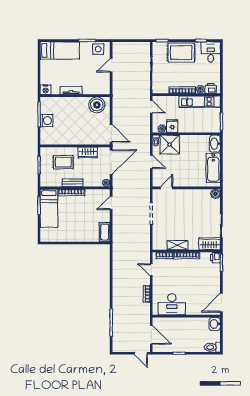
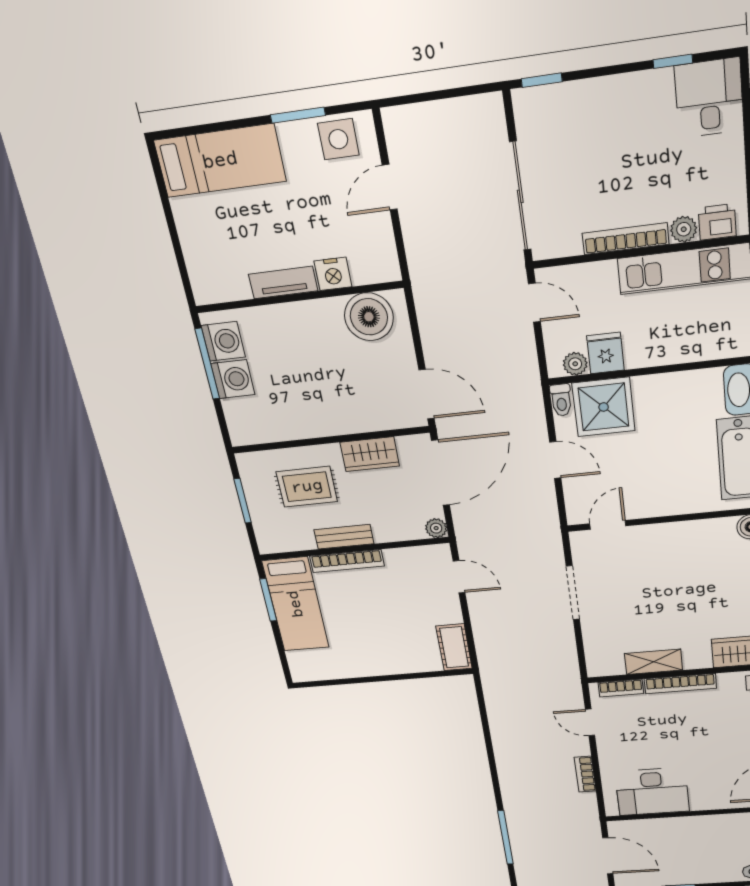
rug: (181, 53) -> (610, 114), removed
nightstand: (46, 90) -> (333, 274), moved
washing machine: (46, 107) -> (223, 341), added
door: (111, 203) -> (459, 577), swing flipped

